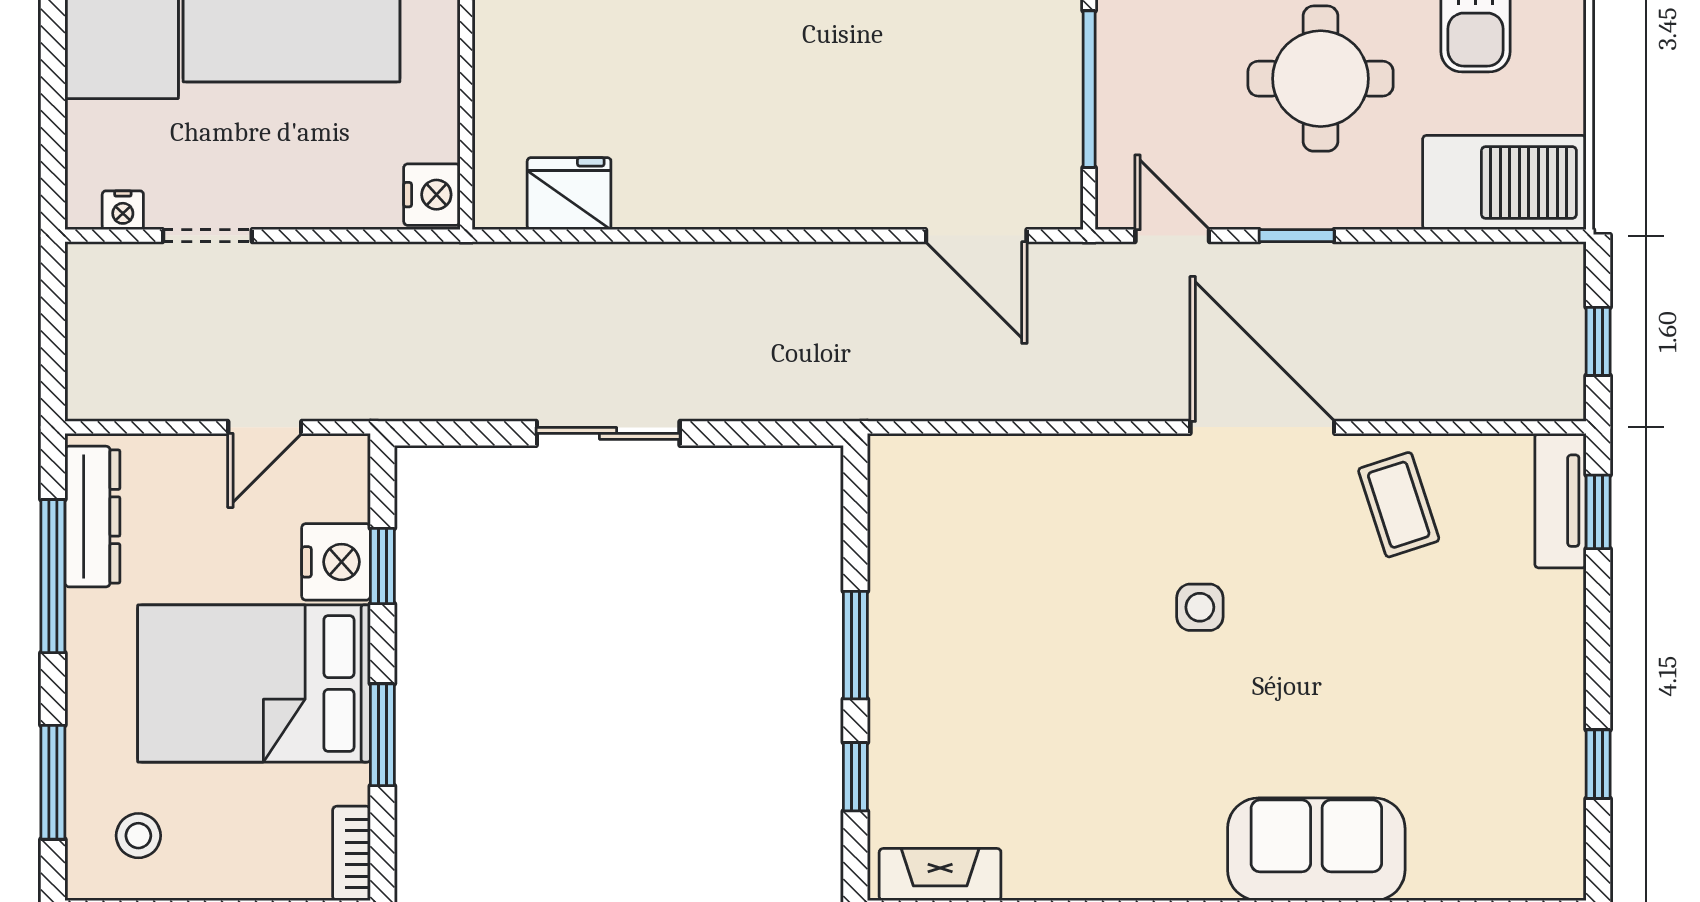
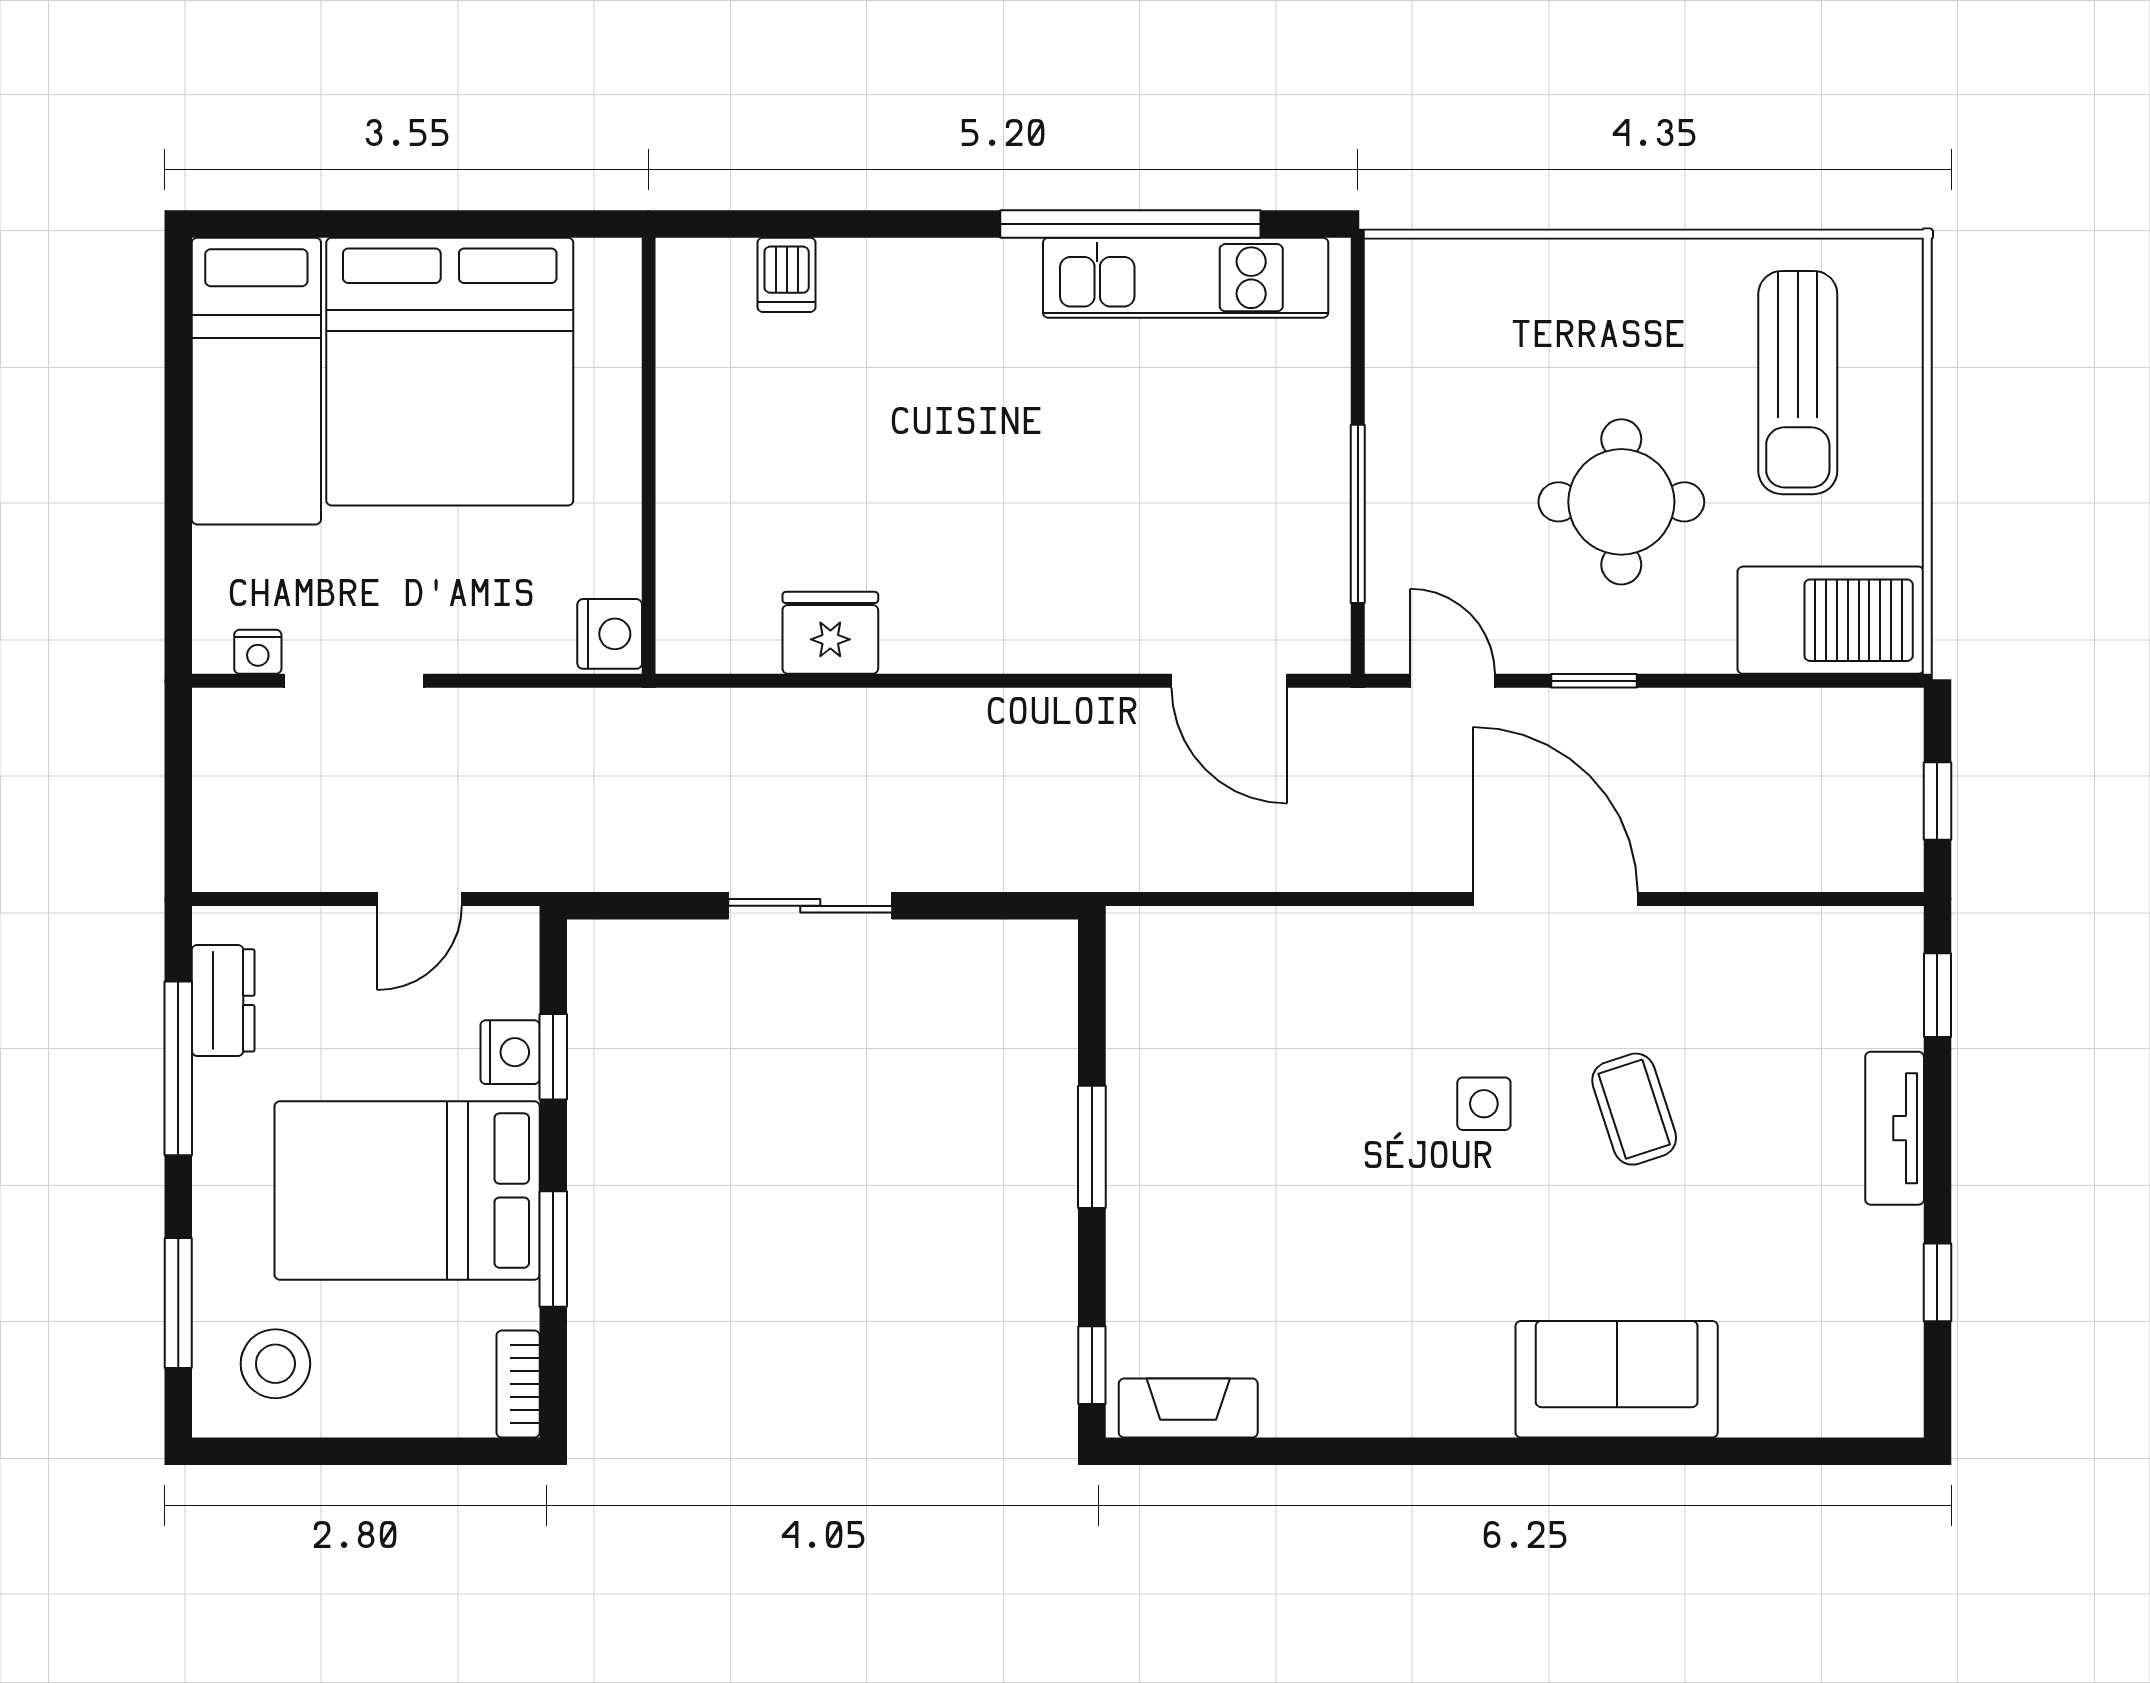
fridge: (569, 194) -> (830, 633), moved
doorway: (207, 236) -> (354, 681), width x1.38
tv unit: (1560, 501) -> (1895, 1128), moved
coffee table: (1399, 505) -> (1634, 1109), moved
dresser: (92, 517) -> (223, 1000), width x0.70
nightstand: (336, 562) -> (510, 1052), width x0.74, depth x0.75
window: (855, 777) -> (1092, 1365), moved
stool: (138, 836) -> (275, 1364), width x1.37, depth x1.37

